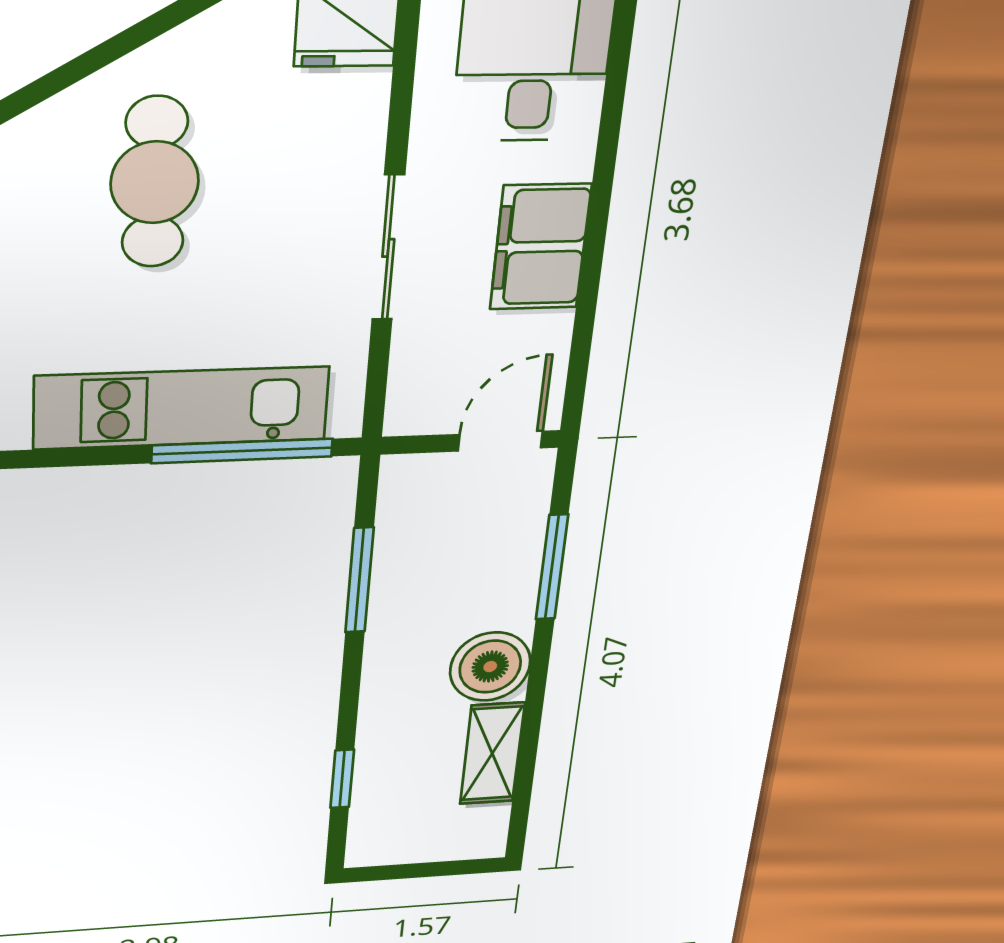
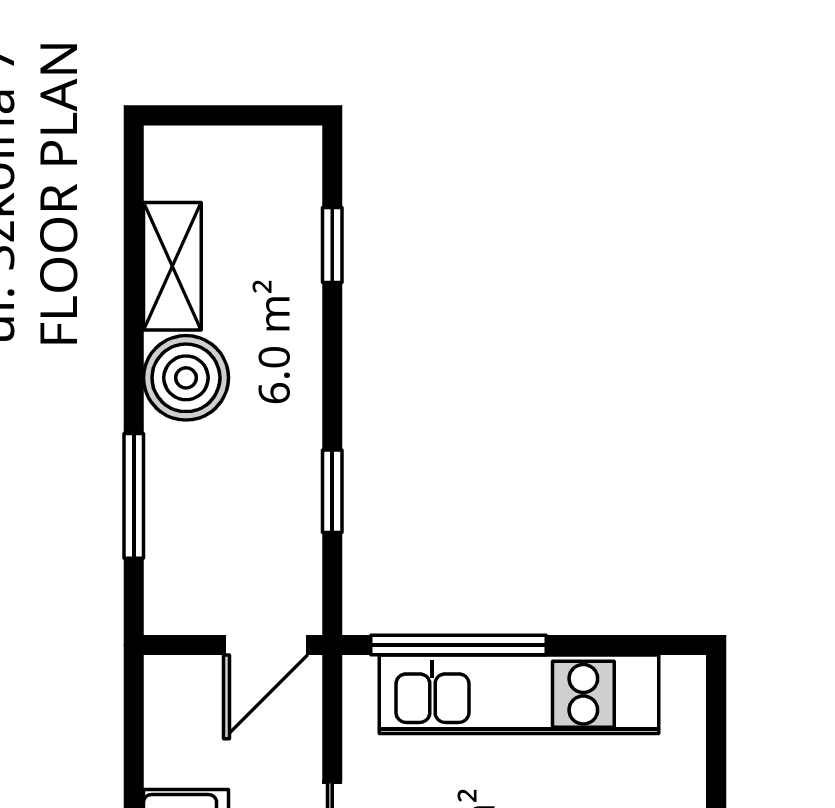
door: (500, 441) -> (266, 645), moved
window: (359, 580) -> (332, 491), width x0.67

